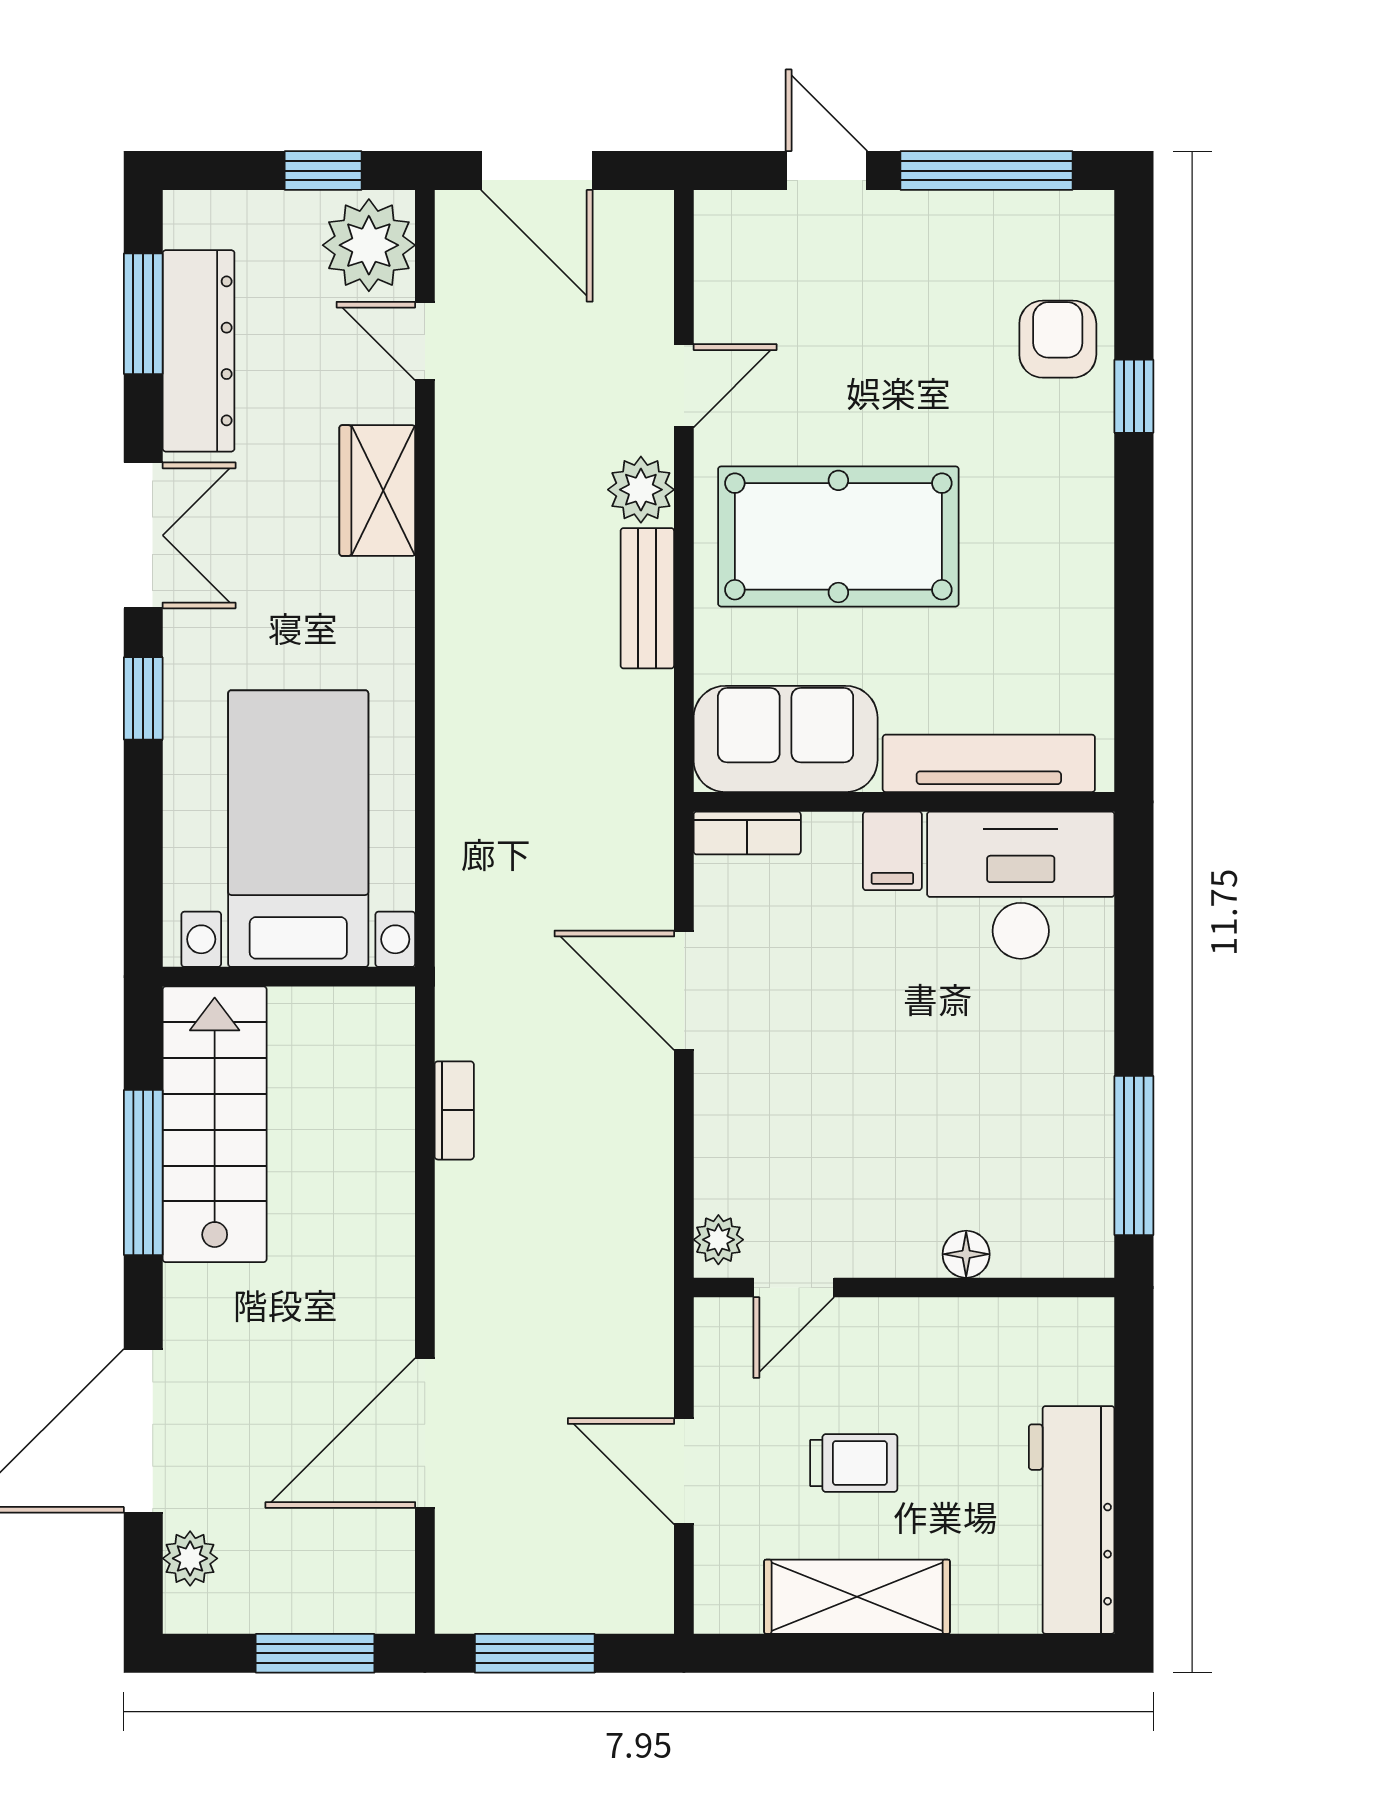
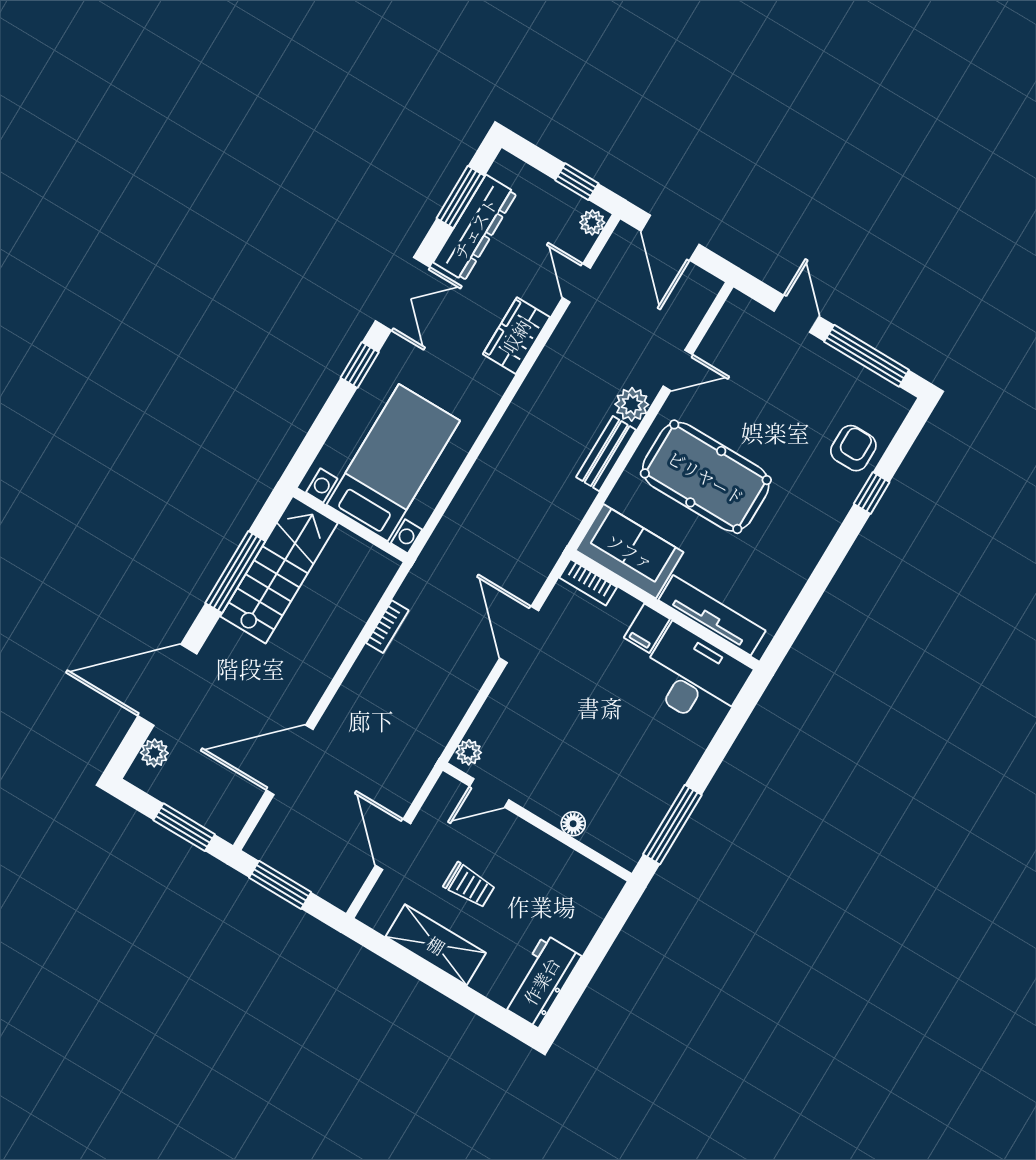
plant: (369, 245) -> (592, 223), width x0.53, depth x0.53
workbench: (1072, 1520) -> (541, 981), width x0.73

